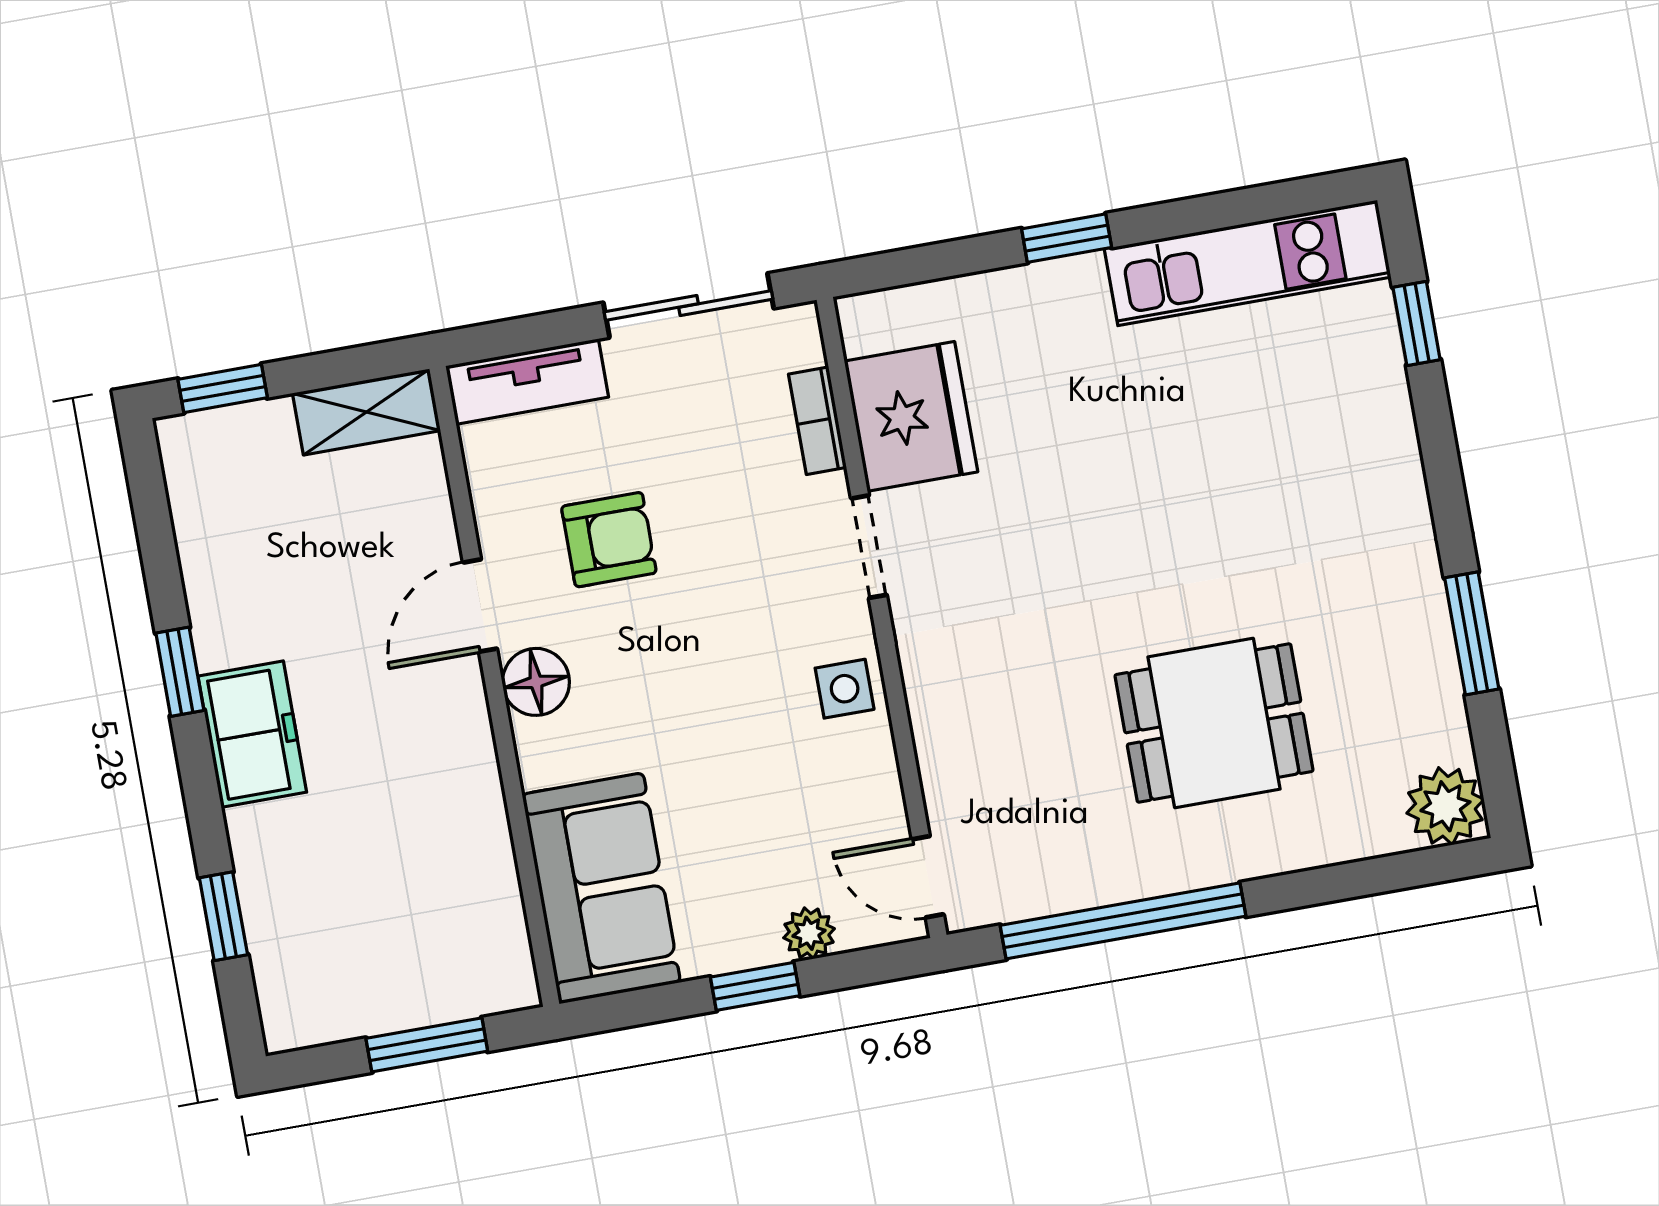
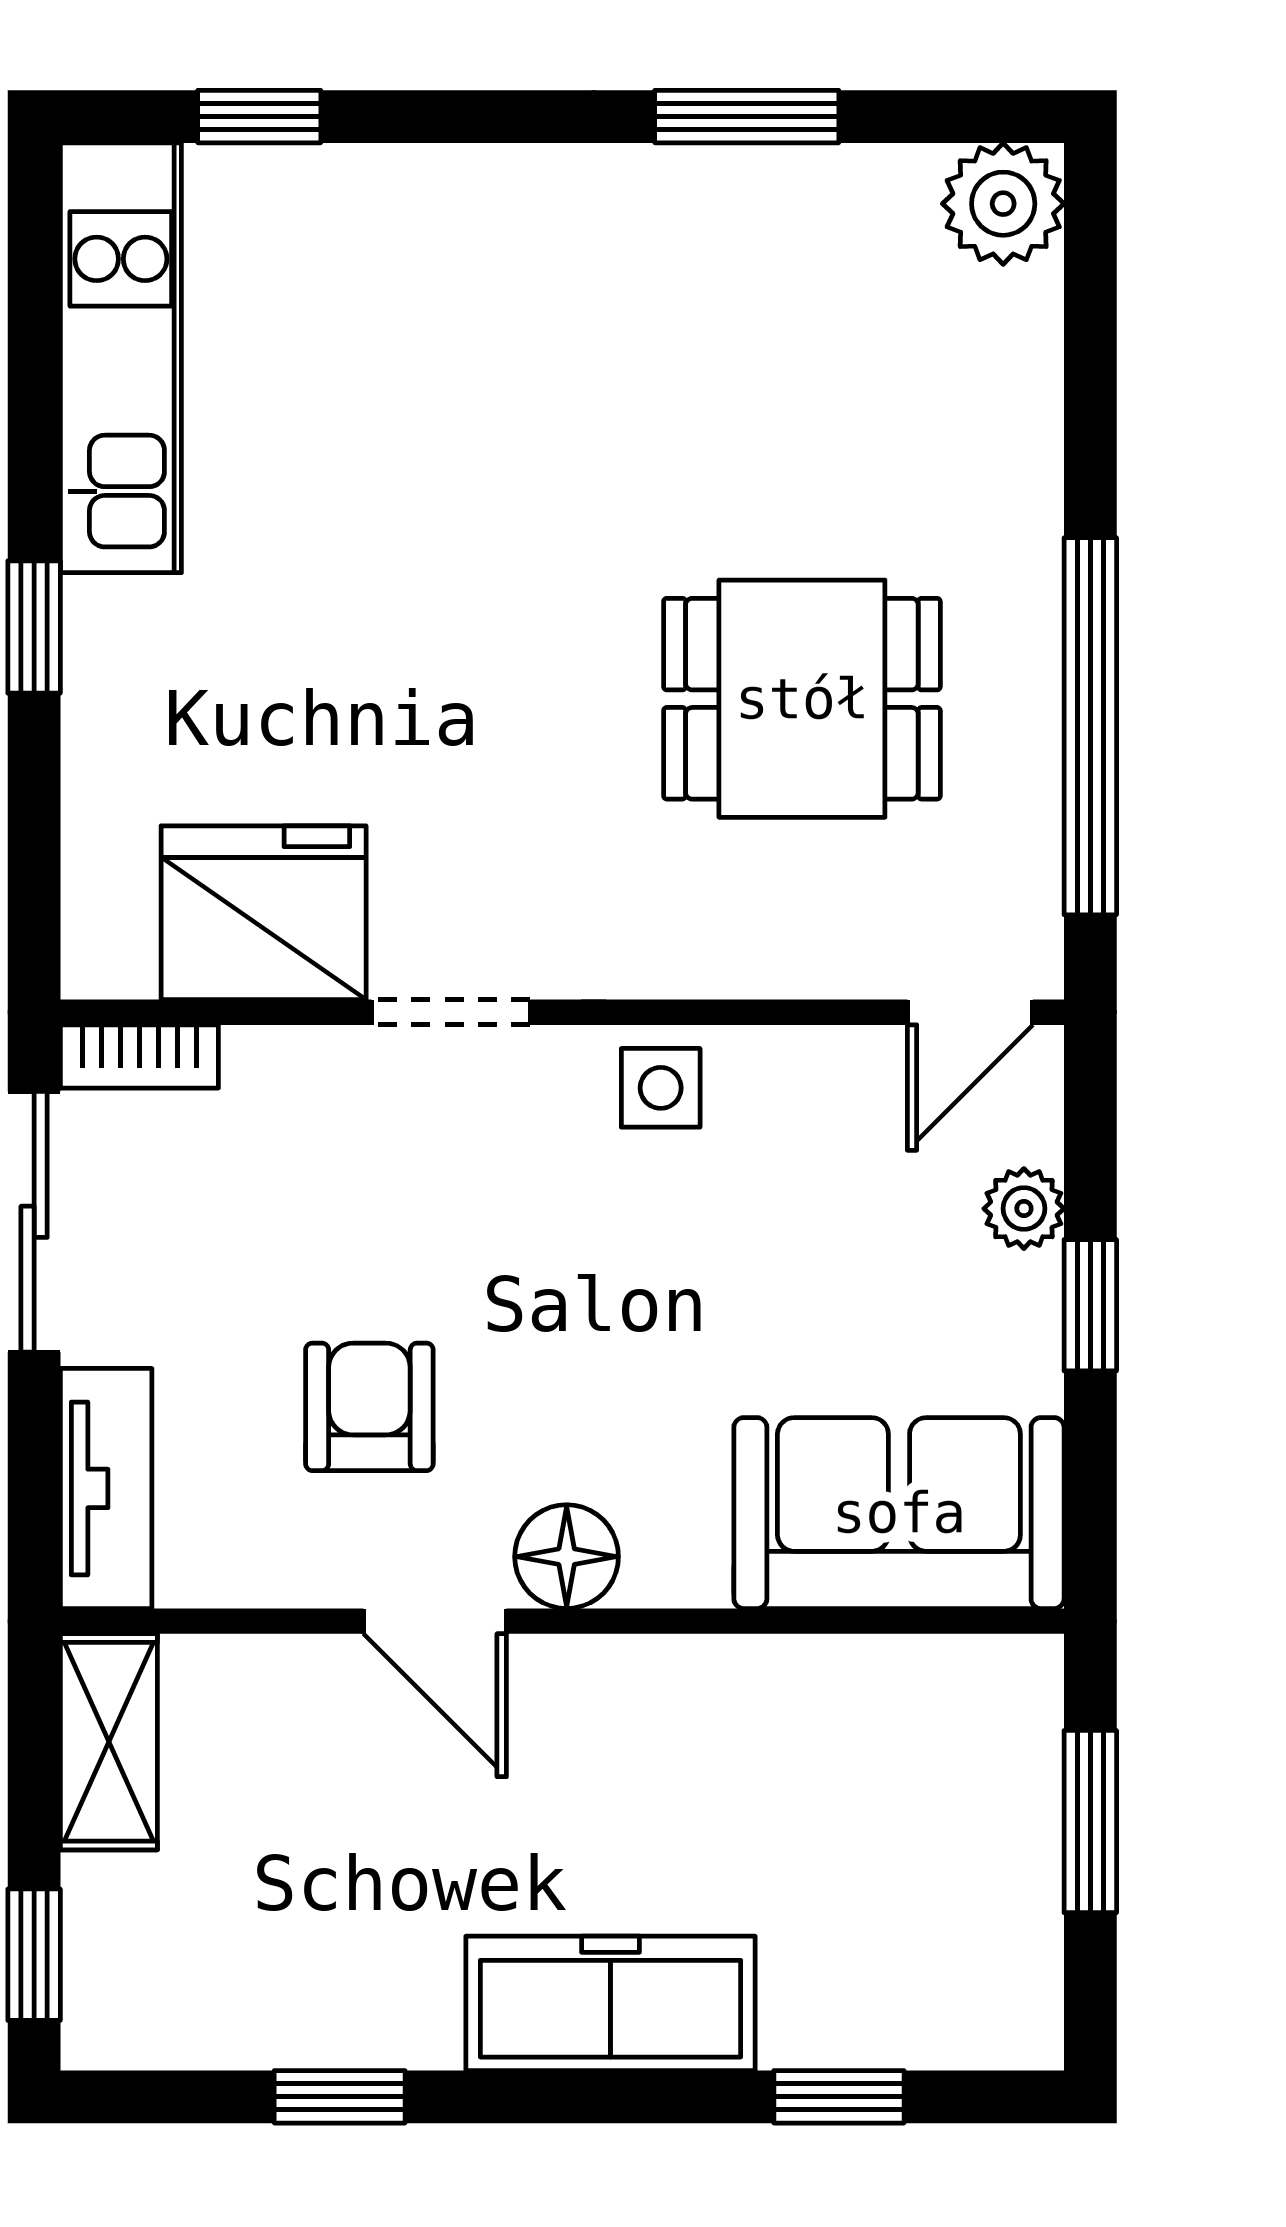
bookcase: (817, 421) -> (139, 1056), moved
window: (180, 672) -> (340, 2097), moved
dining table: (1214, 723) -> (802, 699), moved, turned 90
freezer: (252, 734) -> (610, 2003), width x1.40

